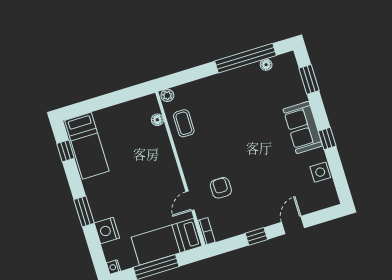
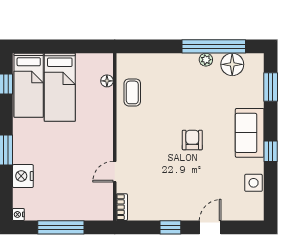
floor lamp: (266, 65) -> (232, 64), width x1.89, depth x1.89
plant: (167, 95) -> (206, 60), moved
armchair: (221, 188) -> (192, 140), moved
bed: (167, 242) -> (60, 87), moved, turned -90

